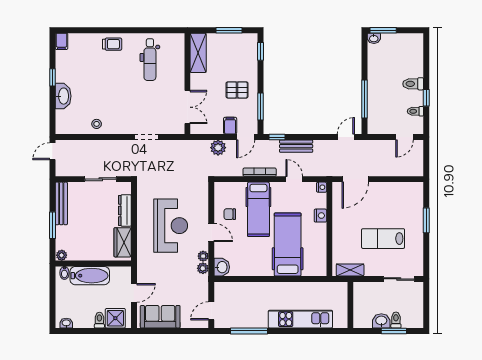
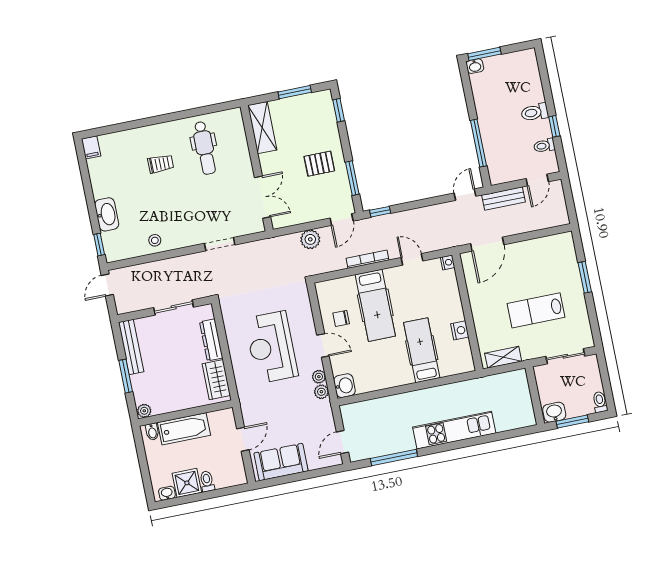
trolley: (112, 44) -> (161, 164), moved
window: (52, 77) -> (99, 245), moved
filing cabinet: (230, 126) -> (320, 209), removed
bench: (296, 146) -> (504, 199), moved
nightstand: (320, 216) -> (460, 330), moved
reception desk: (171, 226) -> (271, 347), turned 180
hospital bed: (288, 245) -> (422, 350), width x0.73, depth x0.78
wall: (350, 305) -> (535, 396), moved
shower: (115, 318) -> (187, 483), moved
toilet: (396, 320) -> (600, 402), moved

